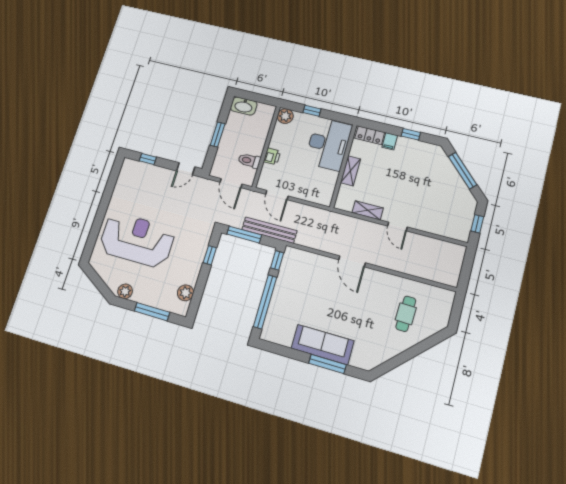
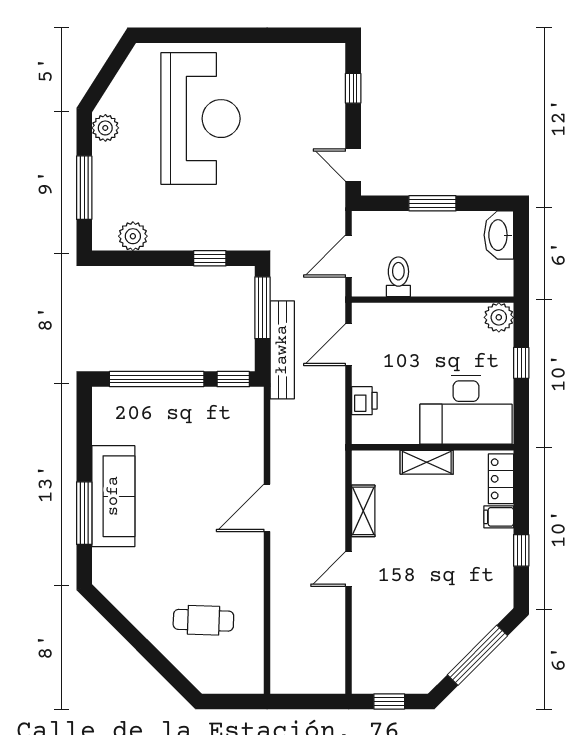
printer: (272, 156) -> (364, 401), moved, turned -90

